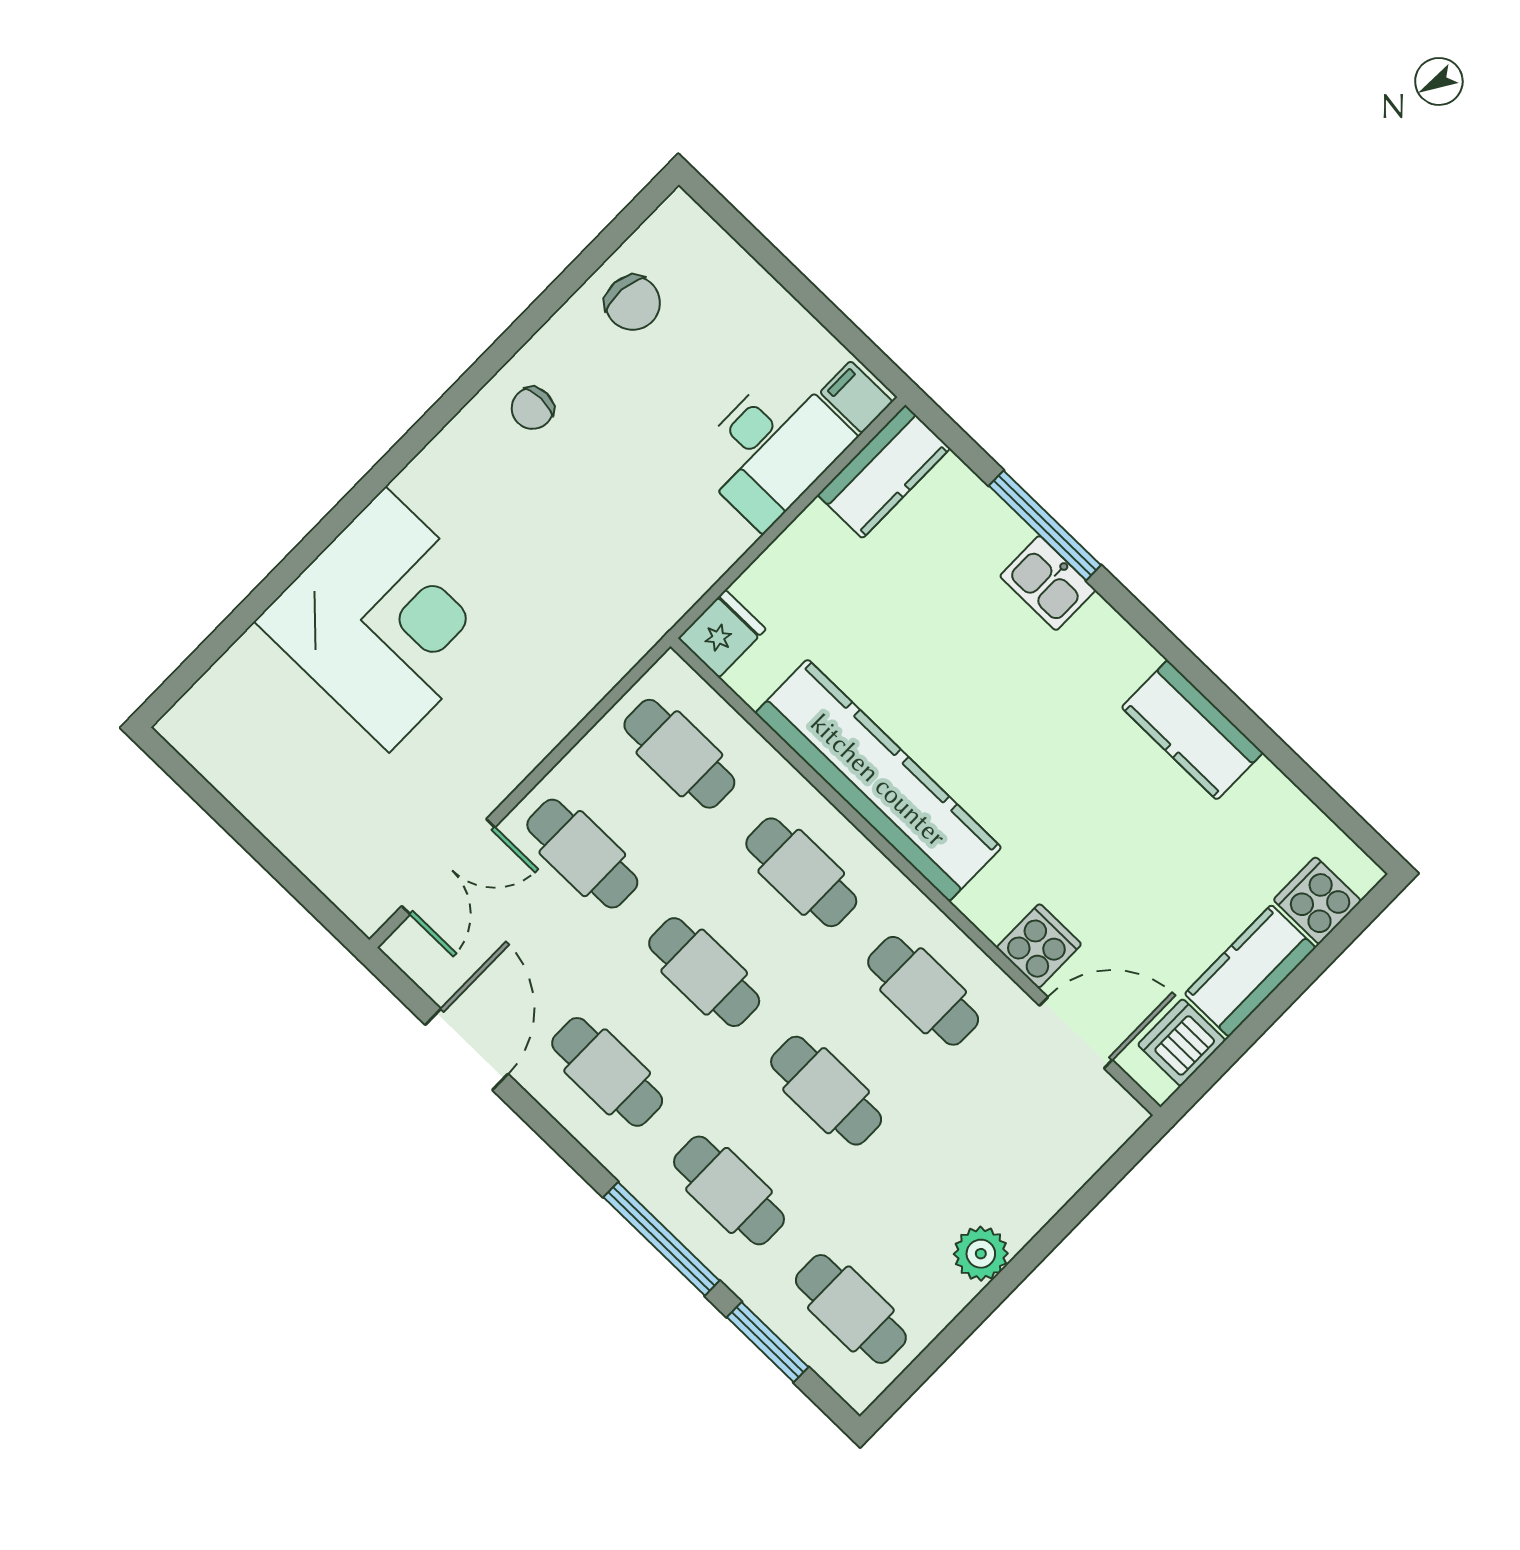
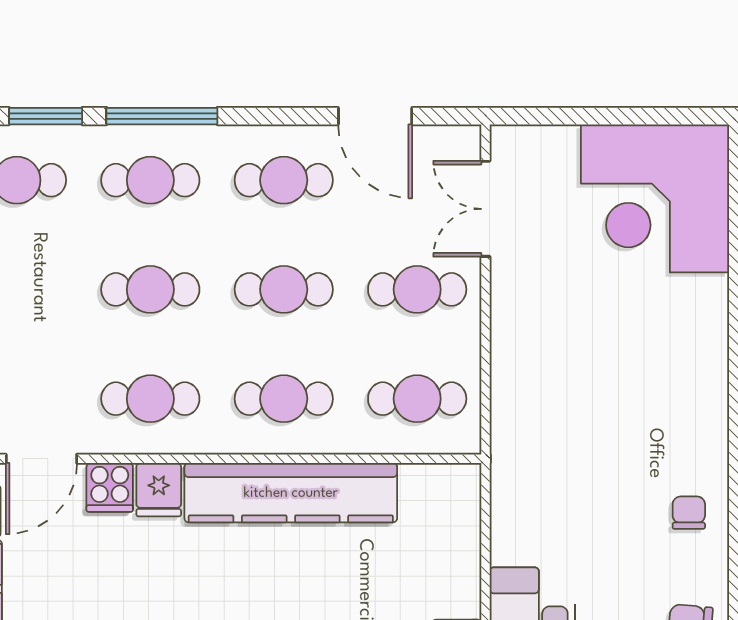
corner desk: (387, 620) -> (655, 198), moved
fridge: (722, 634) -> (159, 490), moved

